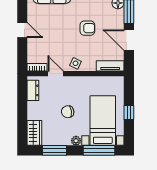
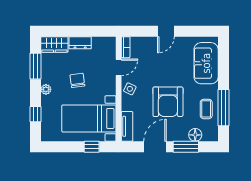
armchair: (87, 28) -> (168, 102), width x1.88, depth x1.88
dresser: (33, 90) -> (80, 43), moved
window: (129, 113) -> (92, 147), moved
bed with nightstands: (103, 121) -> (89, 118), moved, turned 180
window: (99, 150) -> (35, 114), width x0.46

